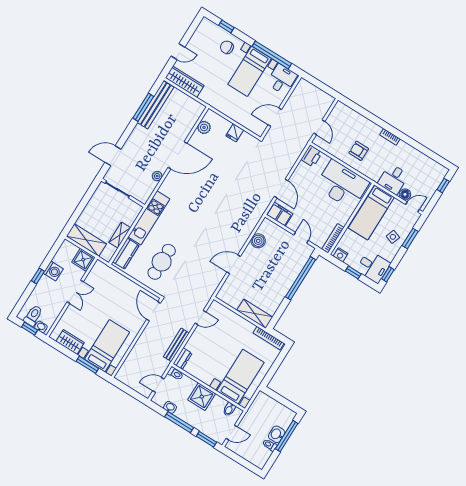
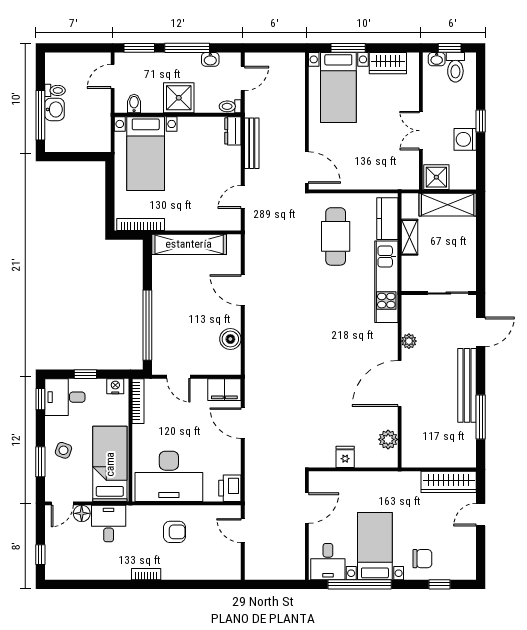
bench: (156, 105) -> (467, 385), moved
door: (234, 264) -> (243, 290), swing flipped
shelving: (255, 314) -> (189, 244), width x1.47

